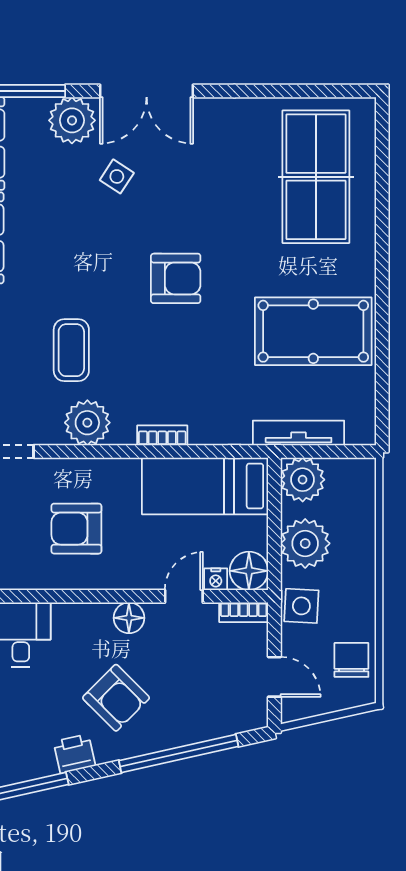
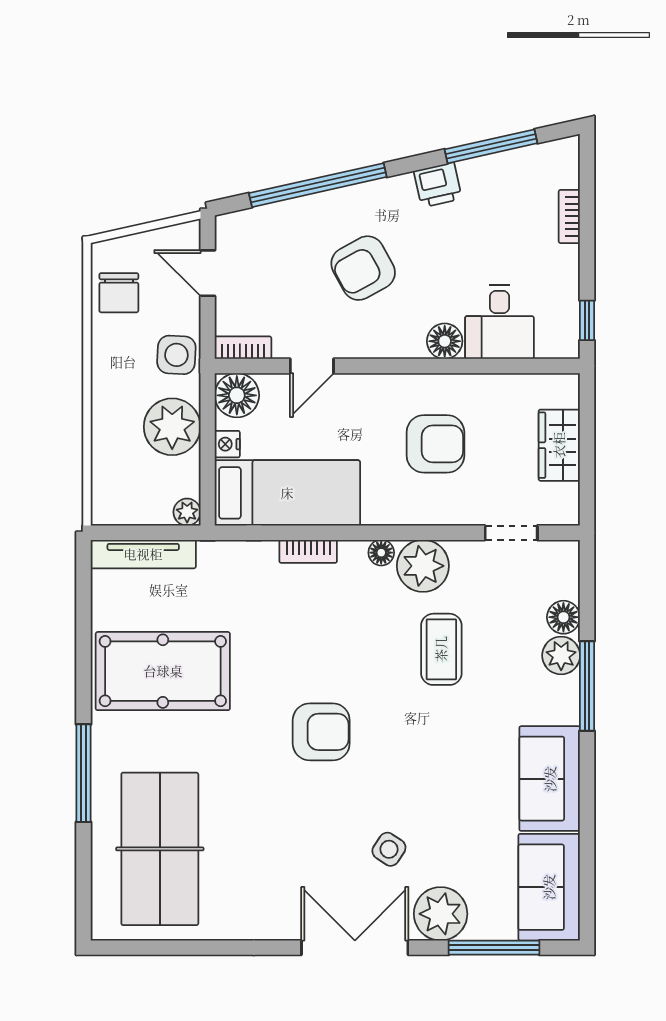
window: (382, 243) -> (83, 773), added
armchair: (176, 278) -> (321, 732), turned 180
tv unit: (299, 433) -> (143, 554), moved
floor lamp: (124, 434) -> (381, 553), added
bookcase: (162, 435) -> (308, 551), moved
plant: (303, 480) -> (187, 512), width x0.53, depth x0.53
nightstand: (216, 579) -> (227, 444), moved, turned -90
floor lamp: (129, 618) -> (445, 341), moved
armchair: (116, 698) -> (363, 268), moved, turned -74

